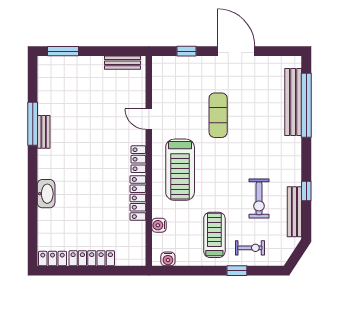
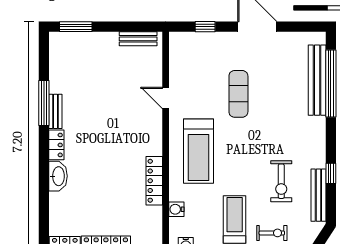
locker: (138, 159) -> (56, 145), moved, turned 180

